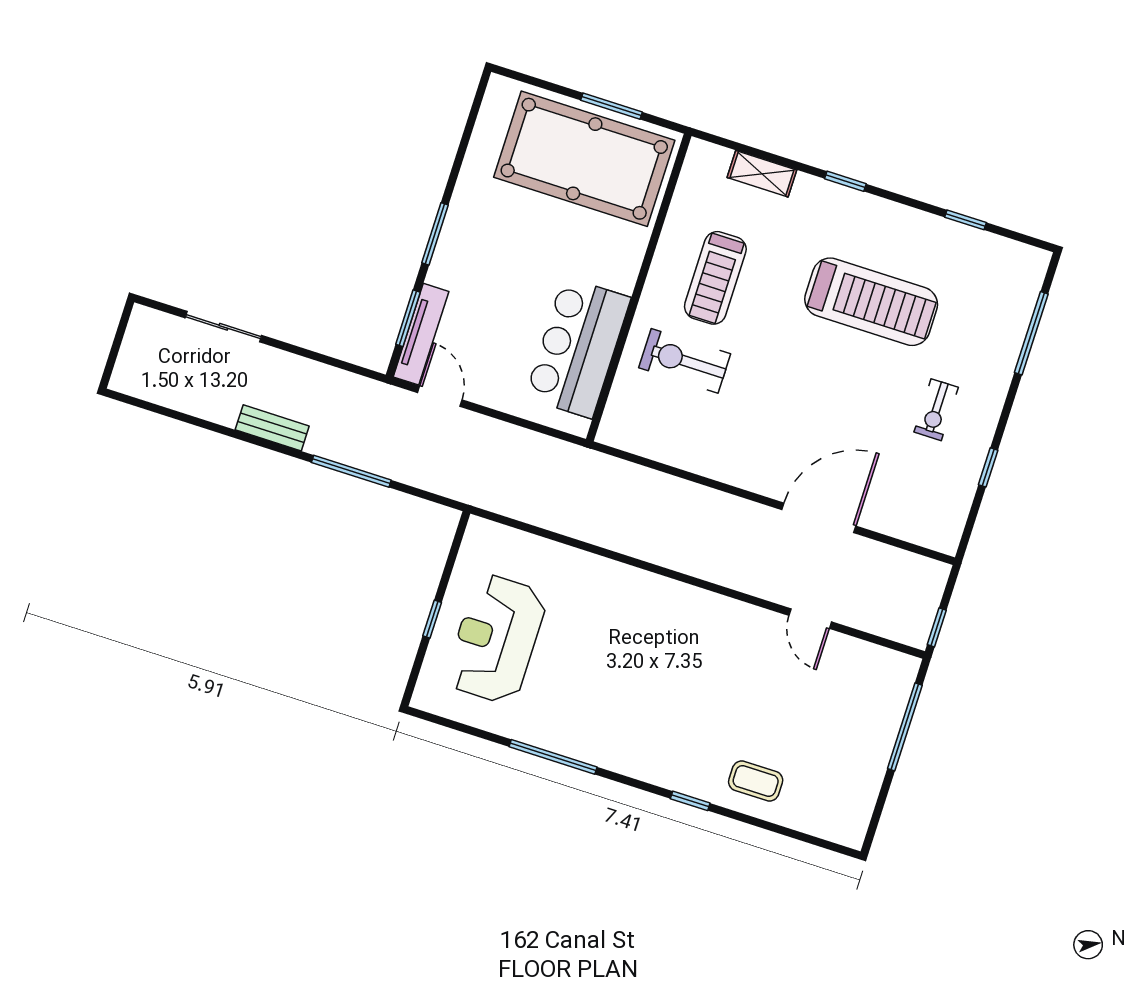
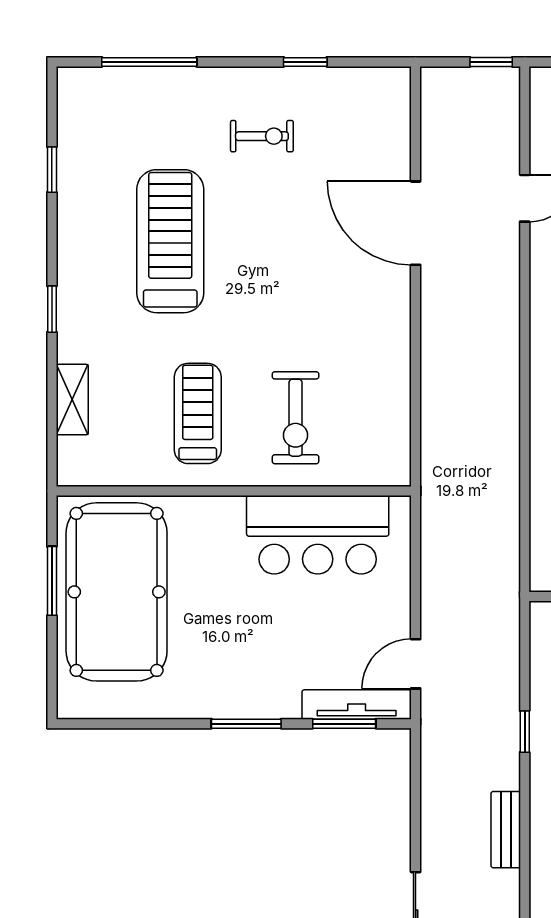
treadmill: (715, 278) -> (198, 413), turned -90
window: (351, 471) -> (525, 732), width x0.46

